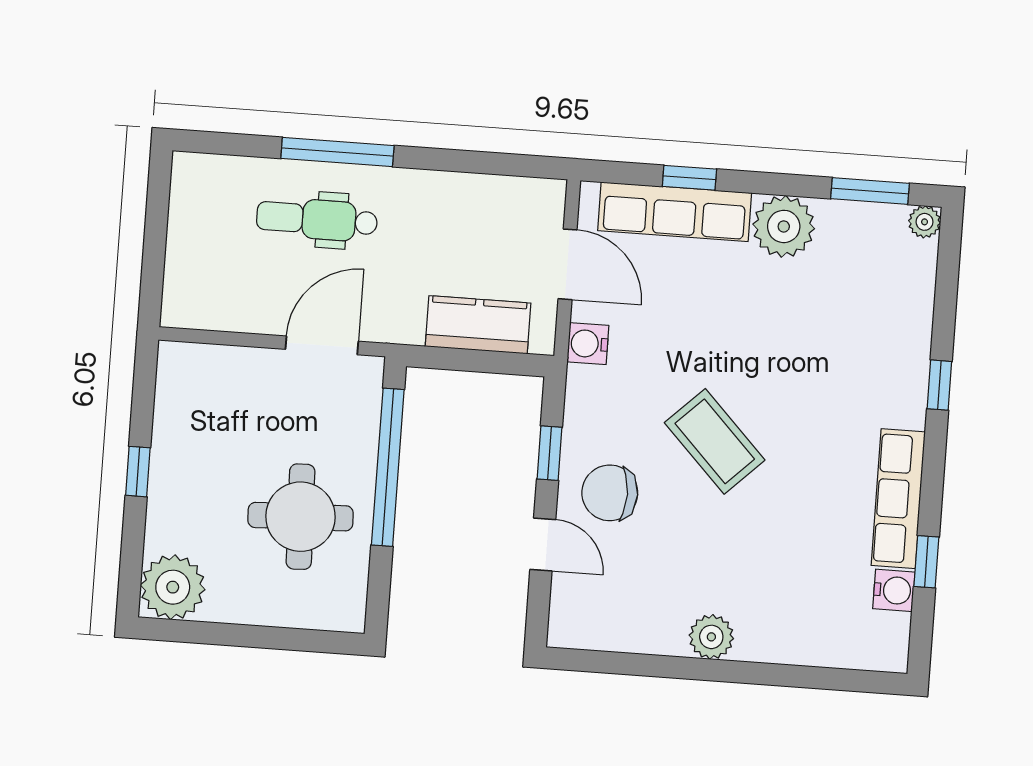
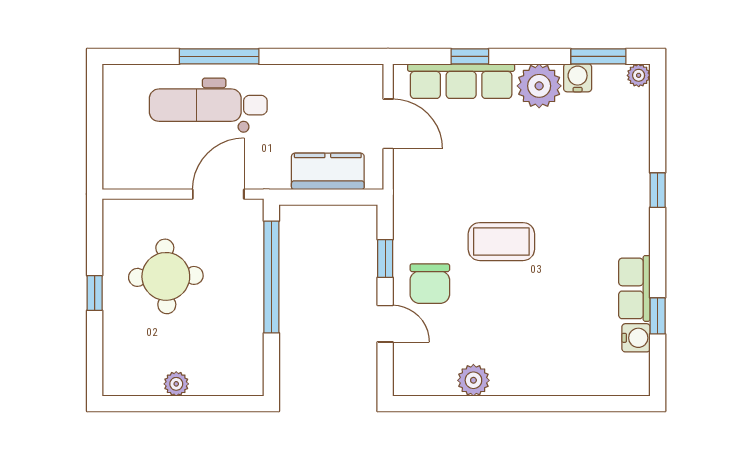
dental chair: (317, 219) -> (208, 105), width x1.36, depth x1.38
water cooler: (588, 344) -> (578, 78), moved, turned 90
coffee table: (715, 441) -> (501, 242), turned -46
chair: (610, 493) -> (430, 284), turned -90
row of seats: (898, 499) -> (634, 288), width x0.68
round table: (300, 517) -> (166, 276), moved
plant: (173, 587) -> (176, 384), moved, width x0.53, depth x0.53
plant: (711, 637) -> (473, 380), moved

